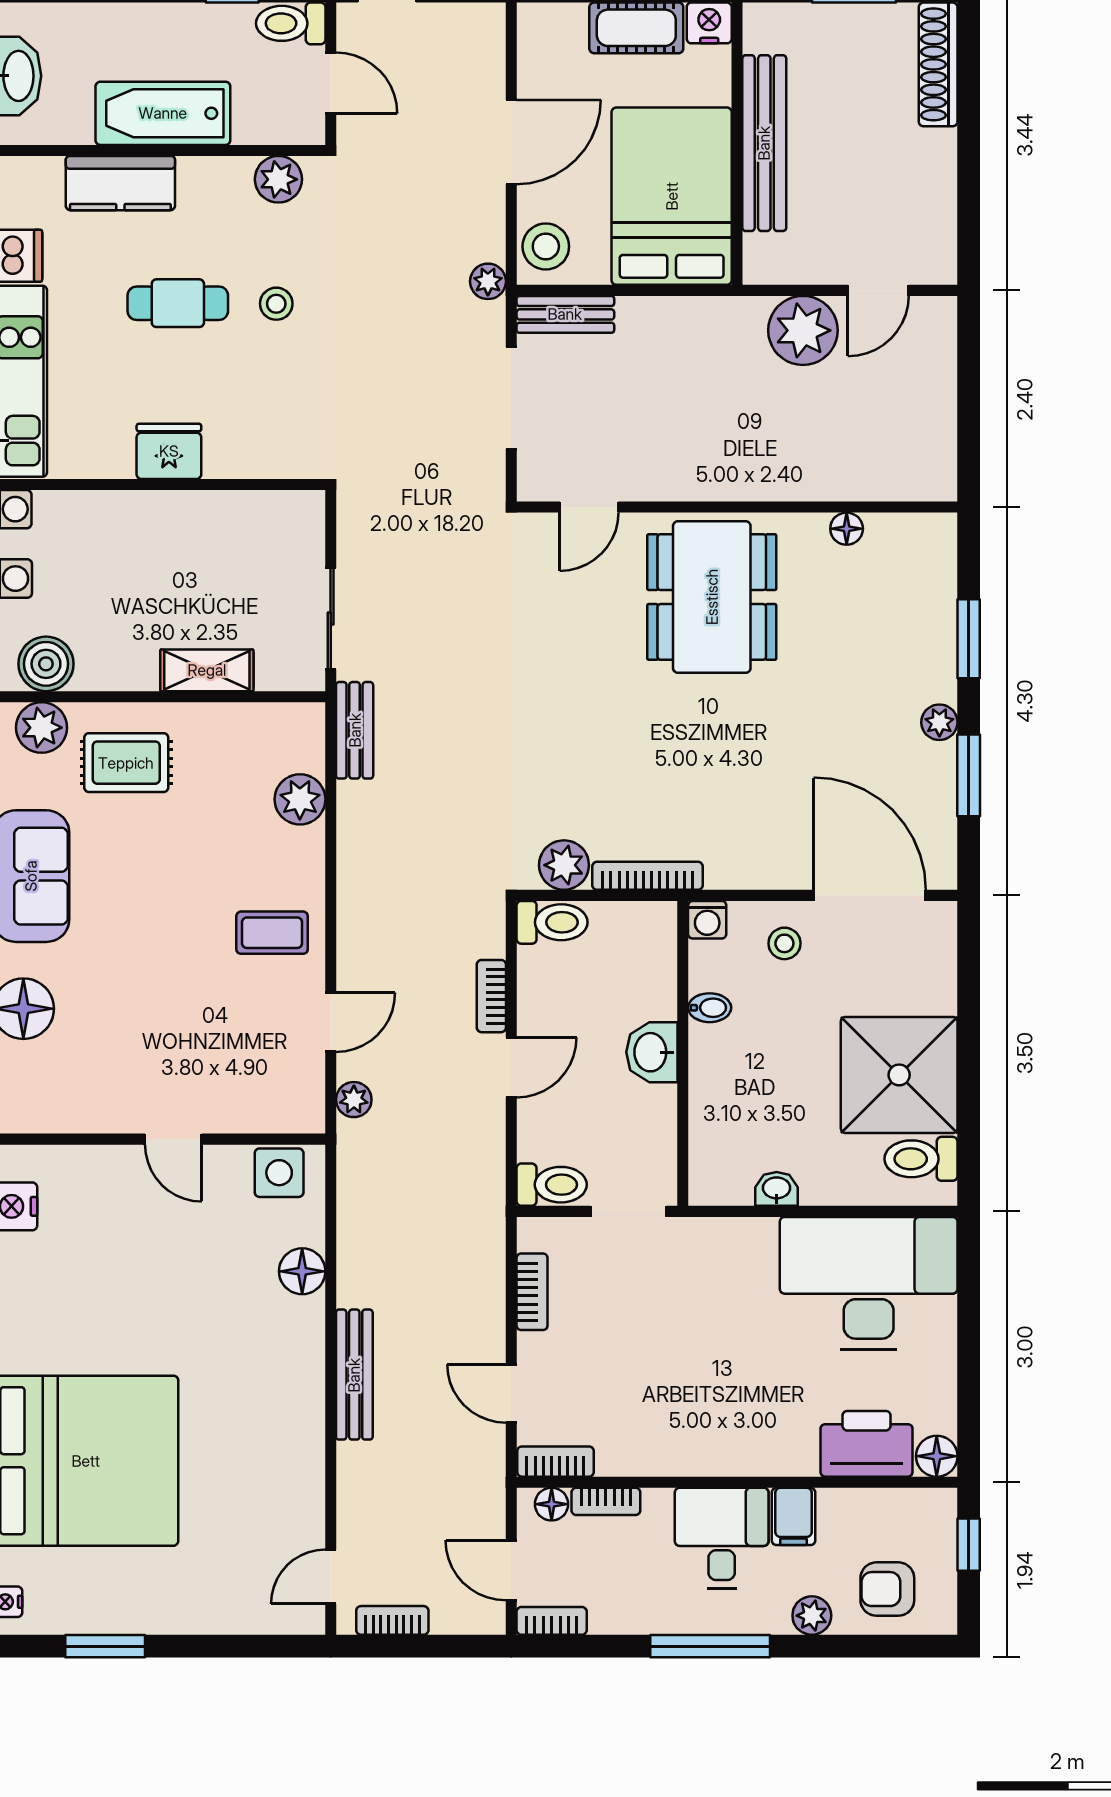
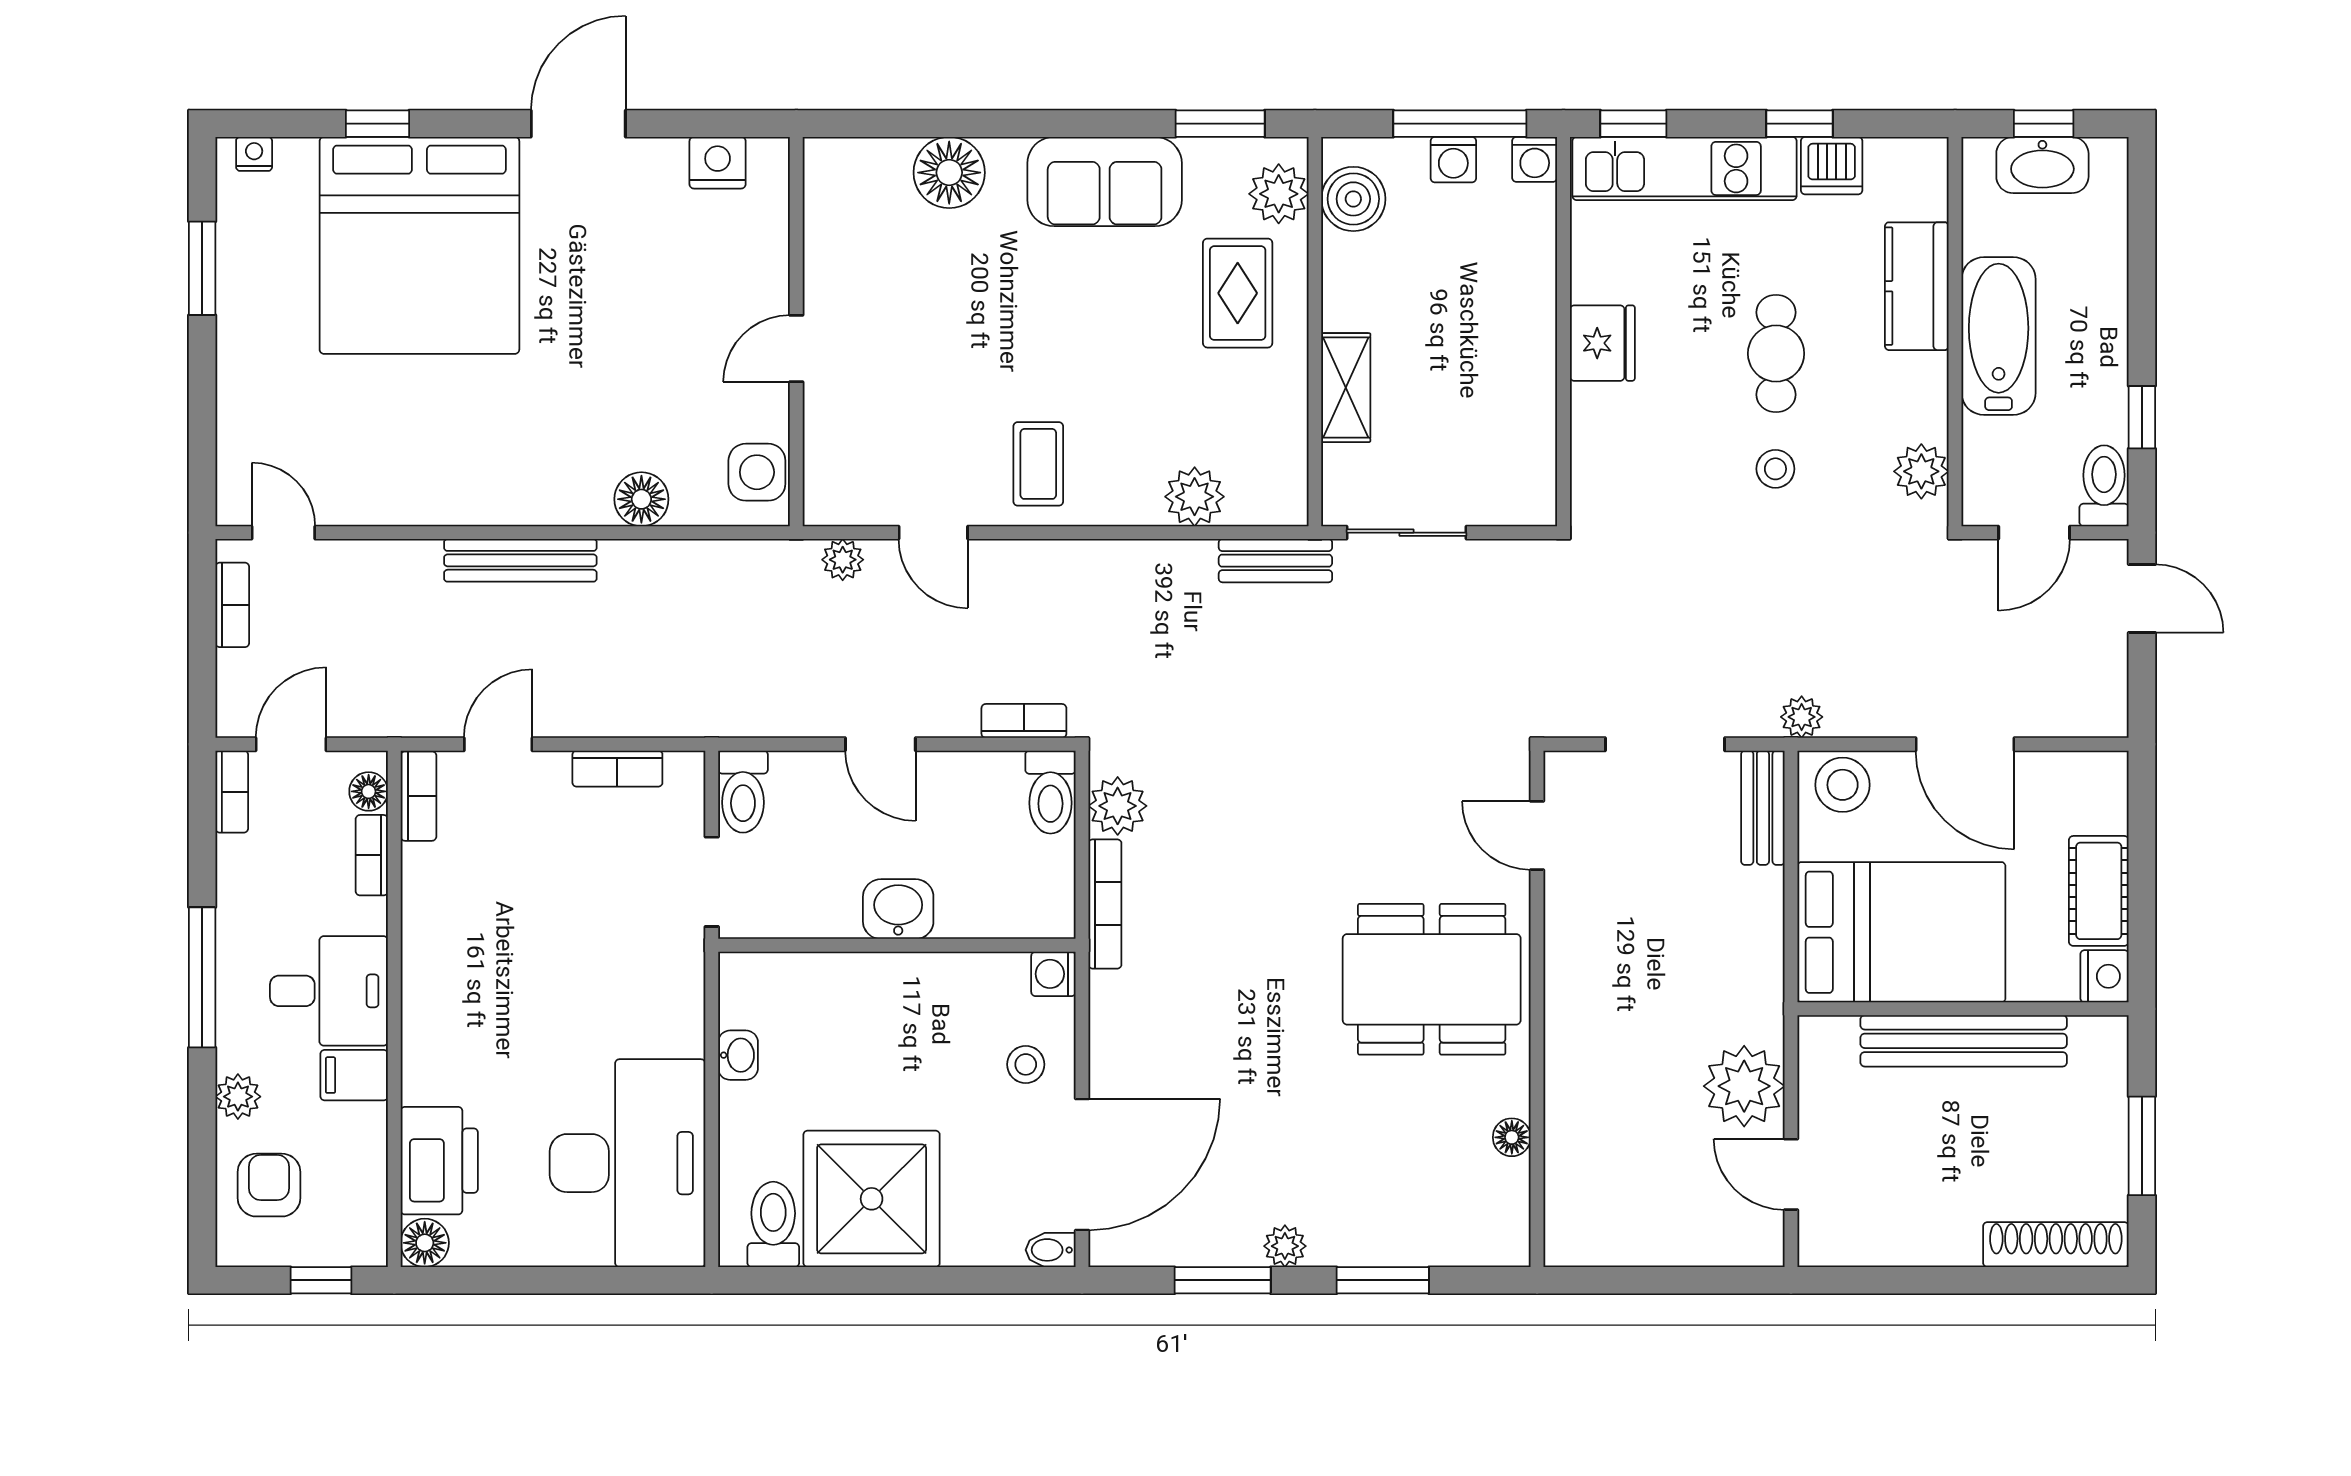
bookcase: (491, 996) -> (1024, 721), moved
bidet: (710, 1008) -> (1051, 1250), moved, turned 90

